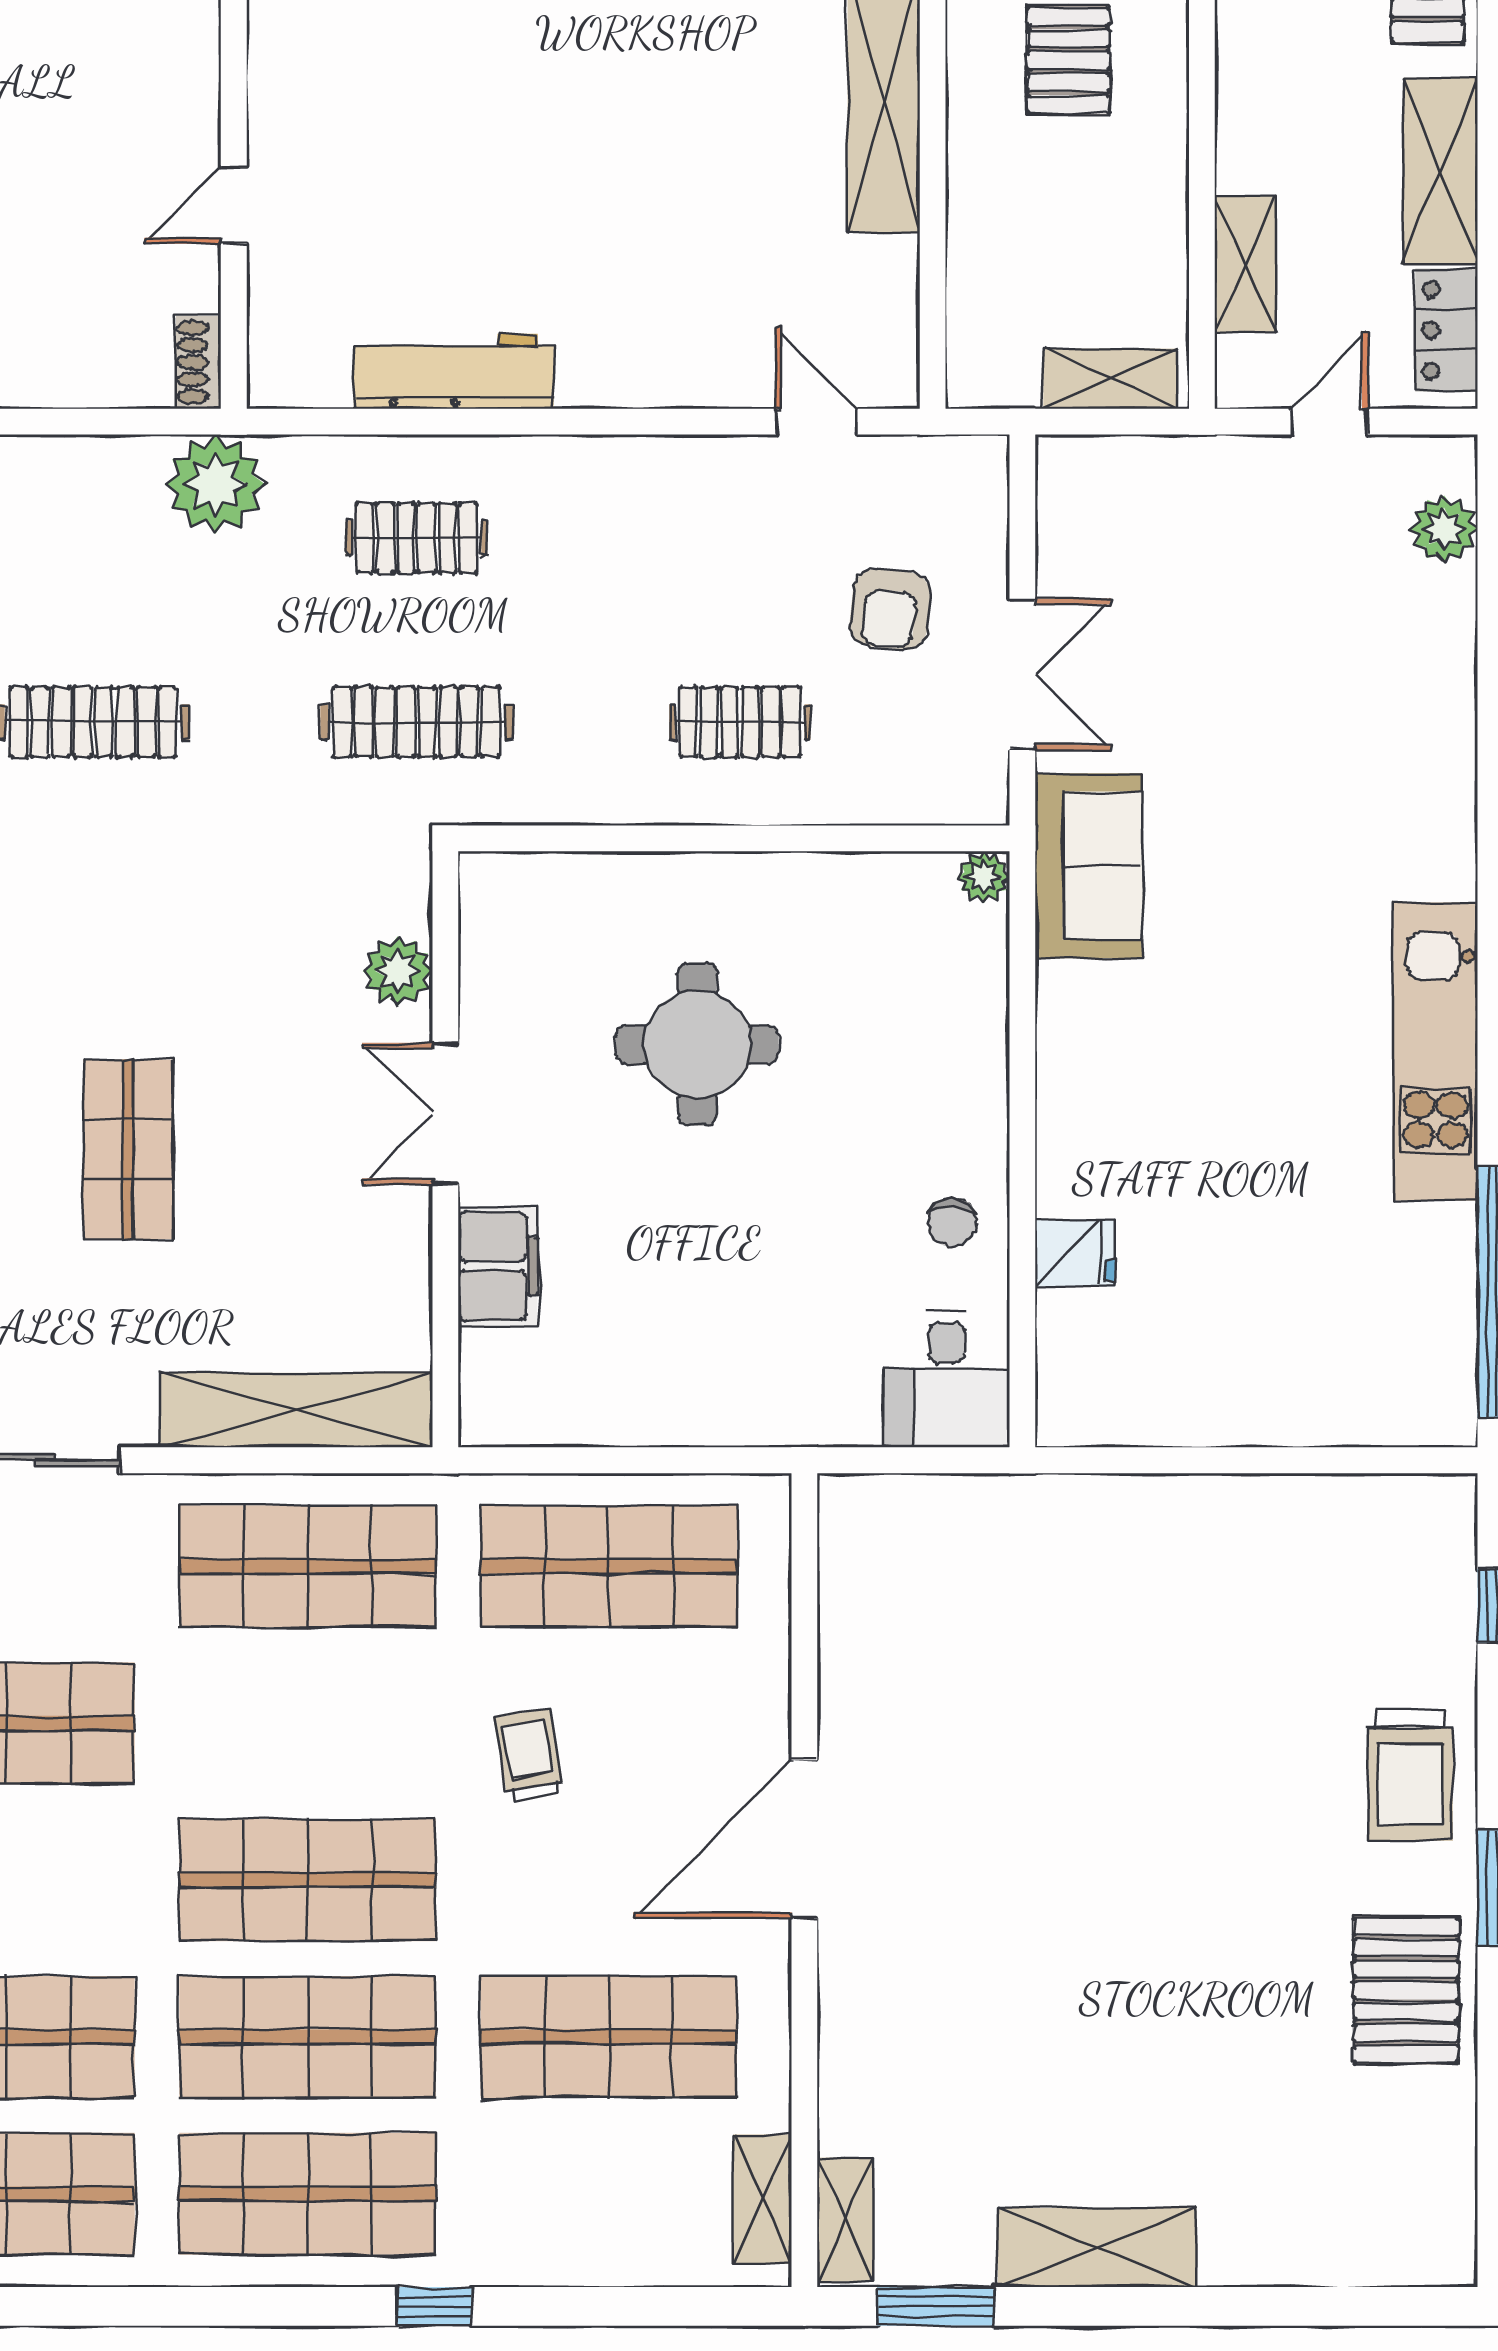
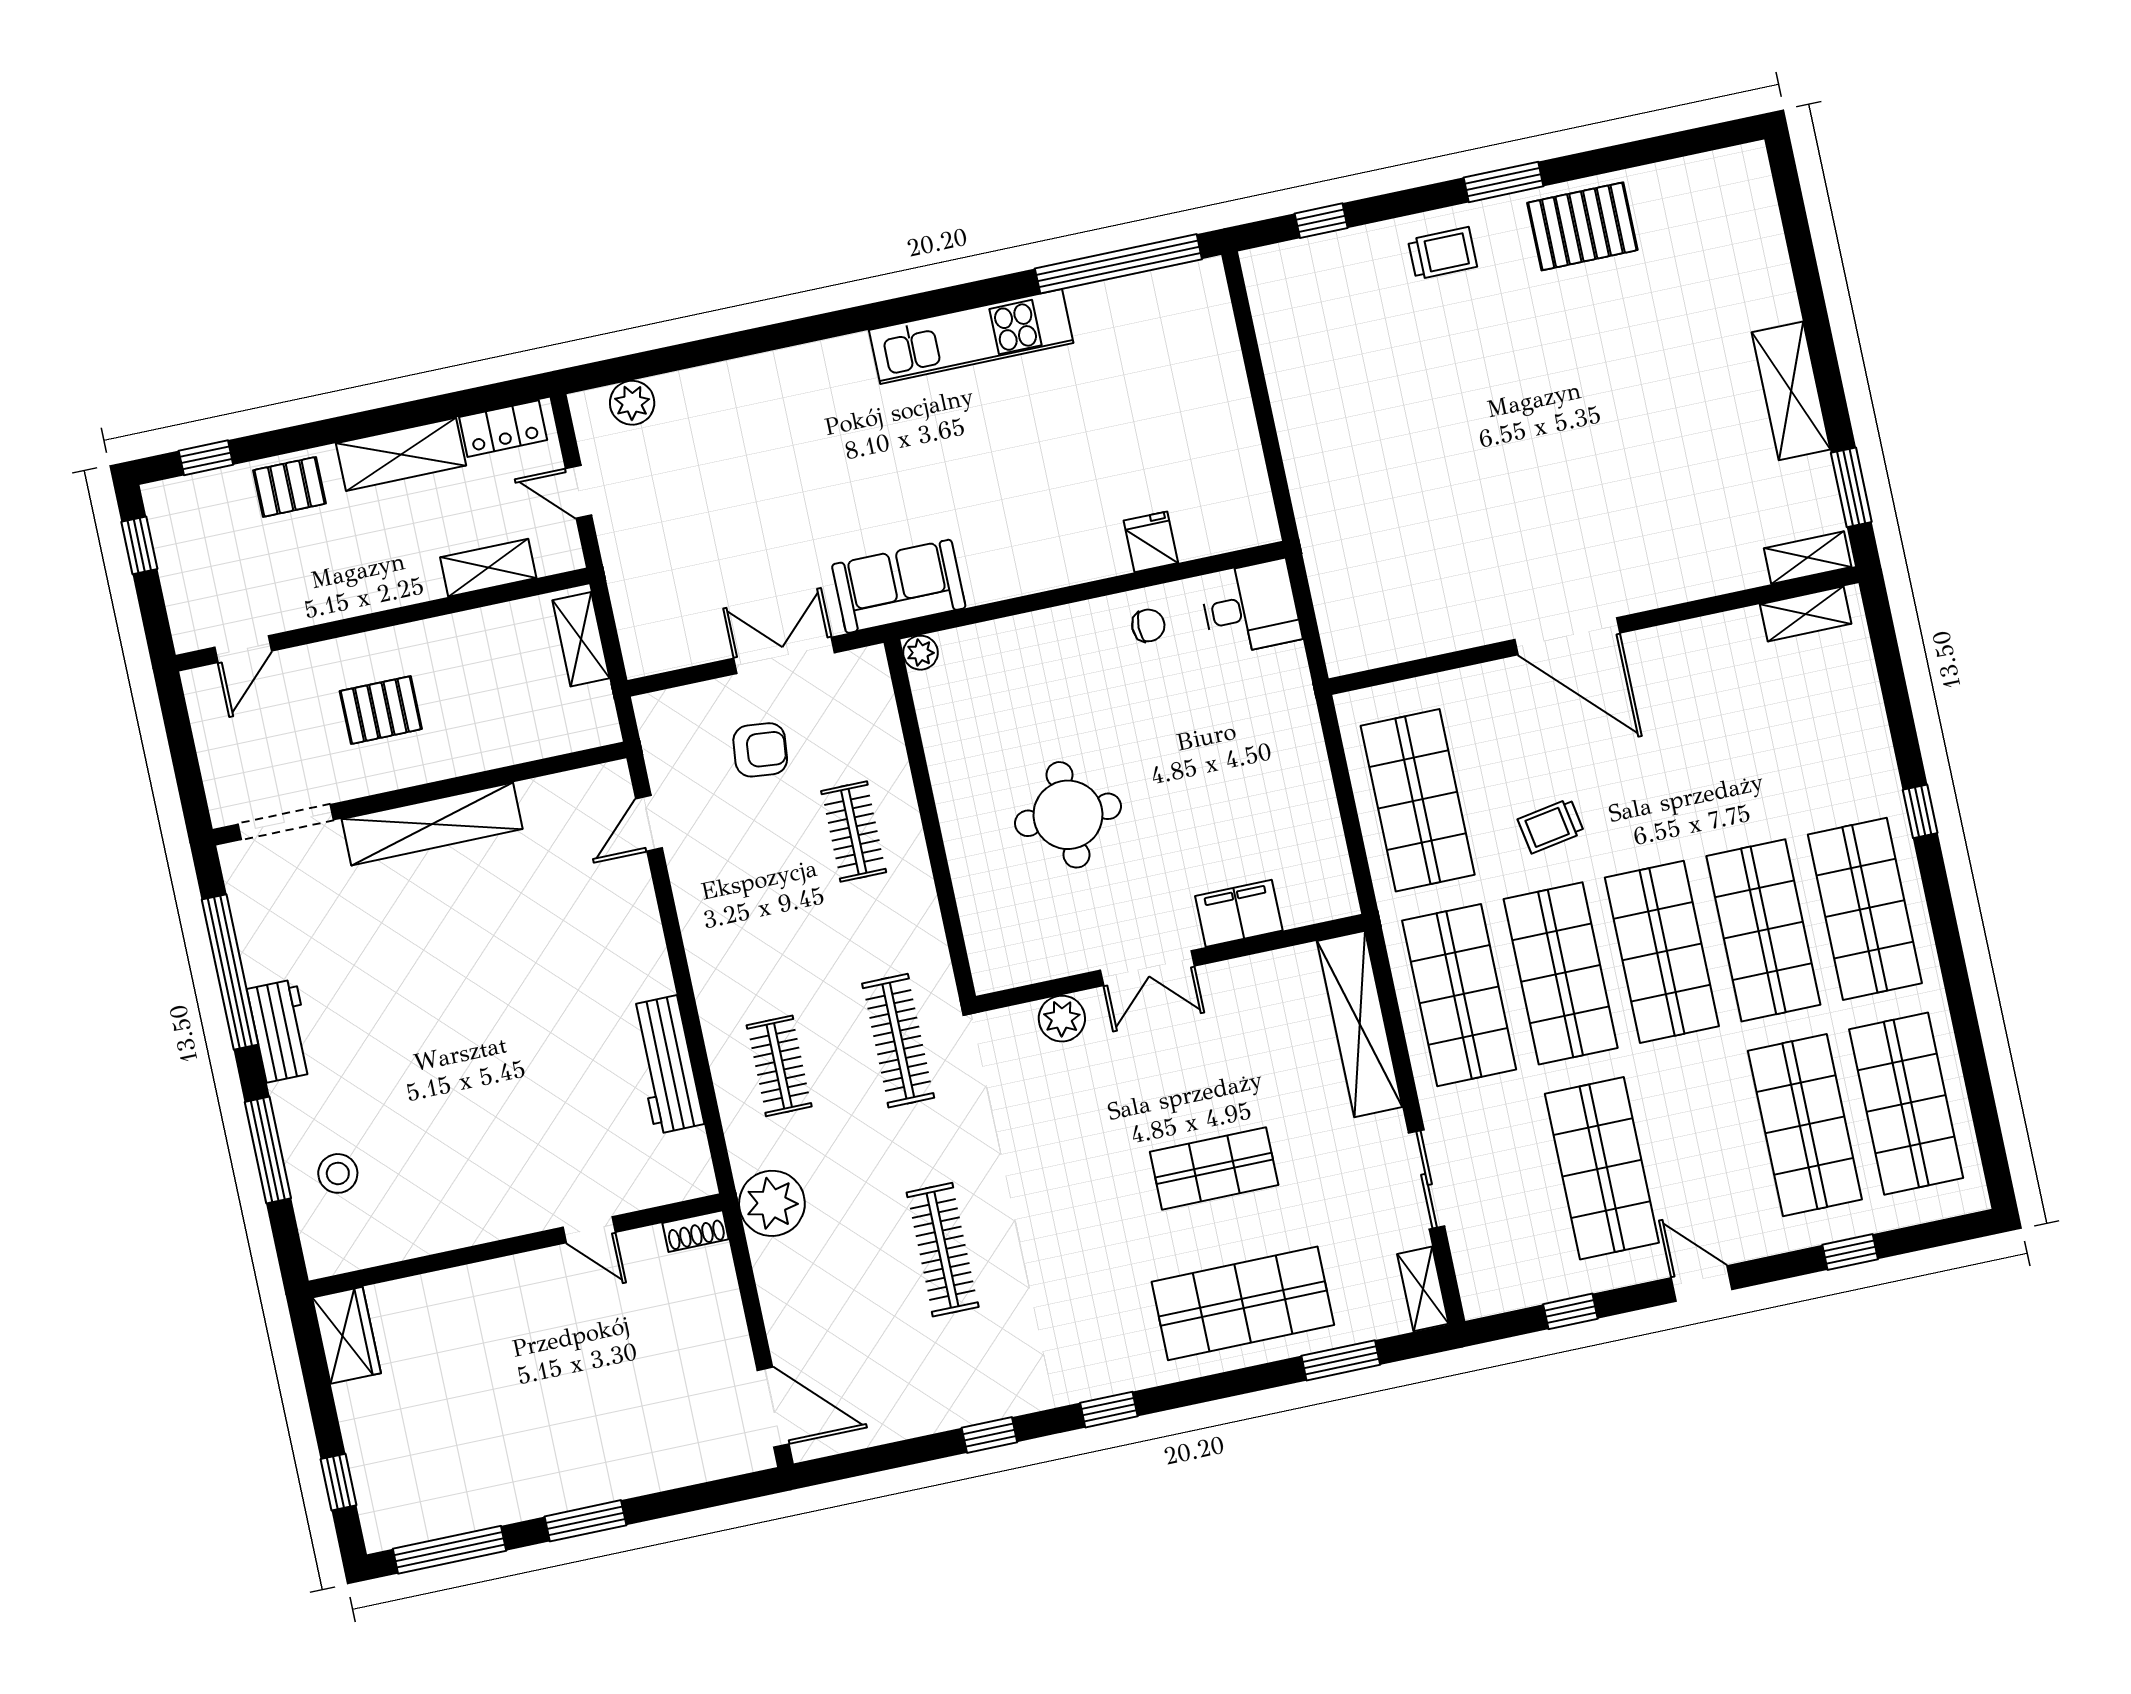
trolley: (1410, 1775) -> (1443, 253), width x0.73, depth x0.72
shop shelf: (609, 2037) -> (1561, 973), moved

